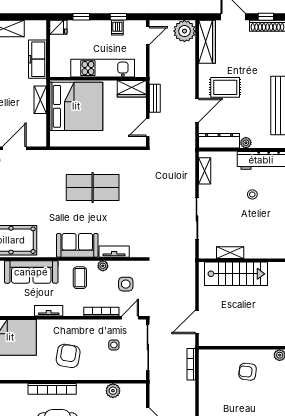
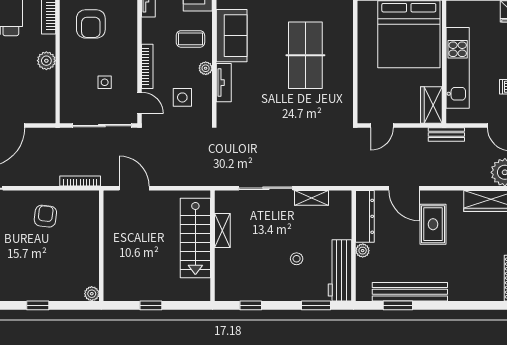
bench: (155, 98) -> (446, 134), moved
door: (148, 128) -> (382, 126), swing flipped
shelving: (205, 171) -> (311, 198), moved
armchair: (68, 356) -> (91, 24), turned 81
armchair: (248, 372) -> (45, 216), moved
plant: (113, 391) -> (46, 61), moved

